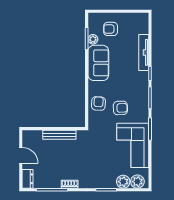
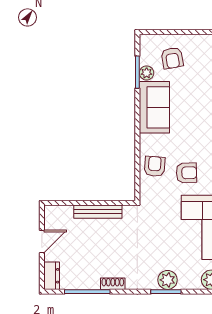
armchair: (111, 29) -> (172, 58), turned -100
door: (21, 155) -> (42, 242), hinge flipped
plant: (123, 182) -> (168, 280), moved

